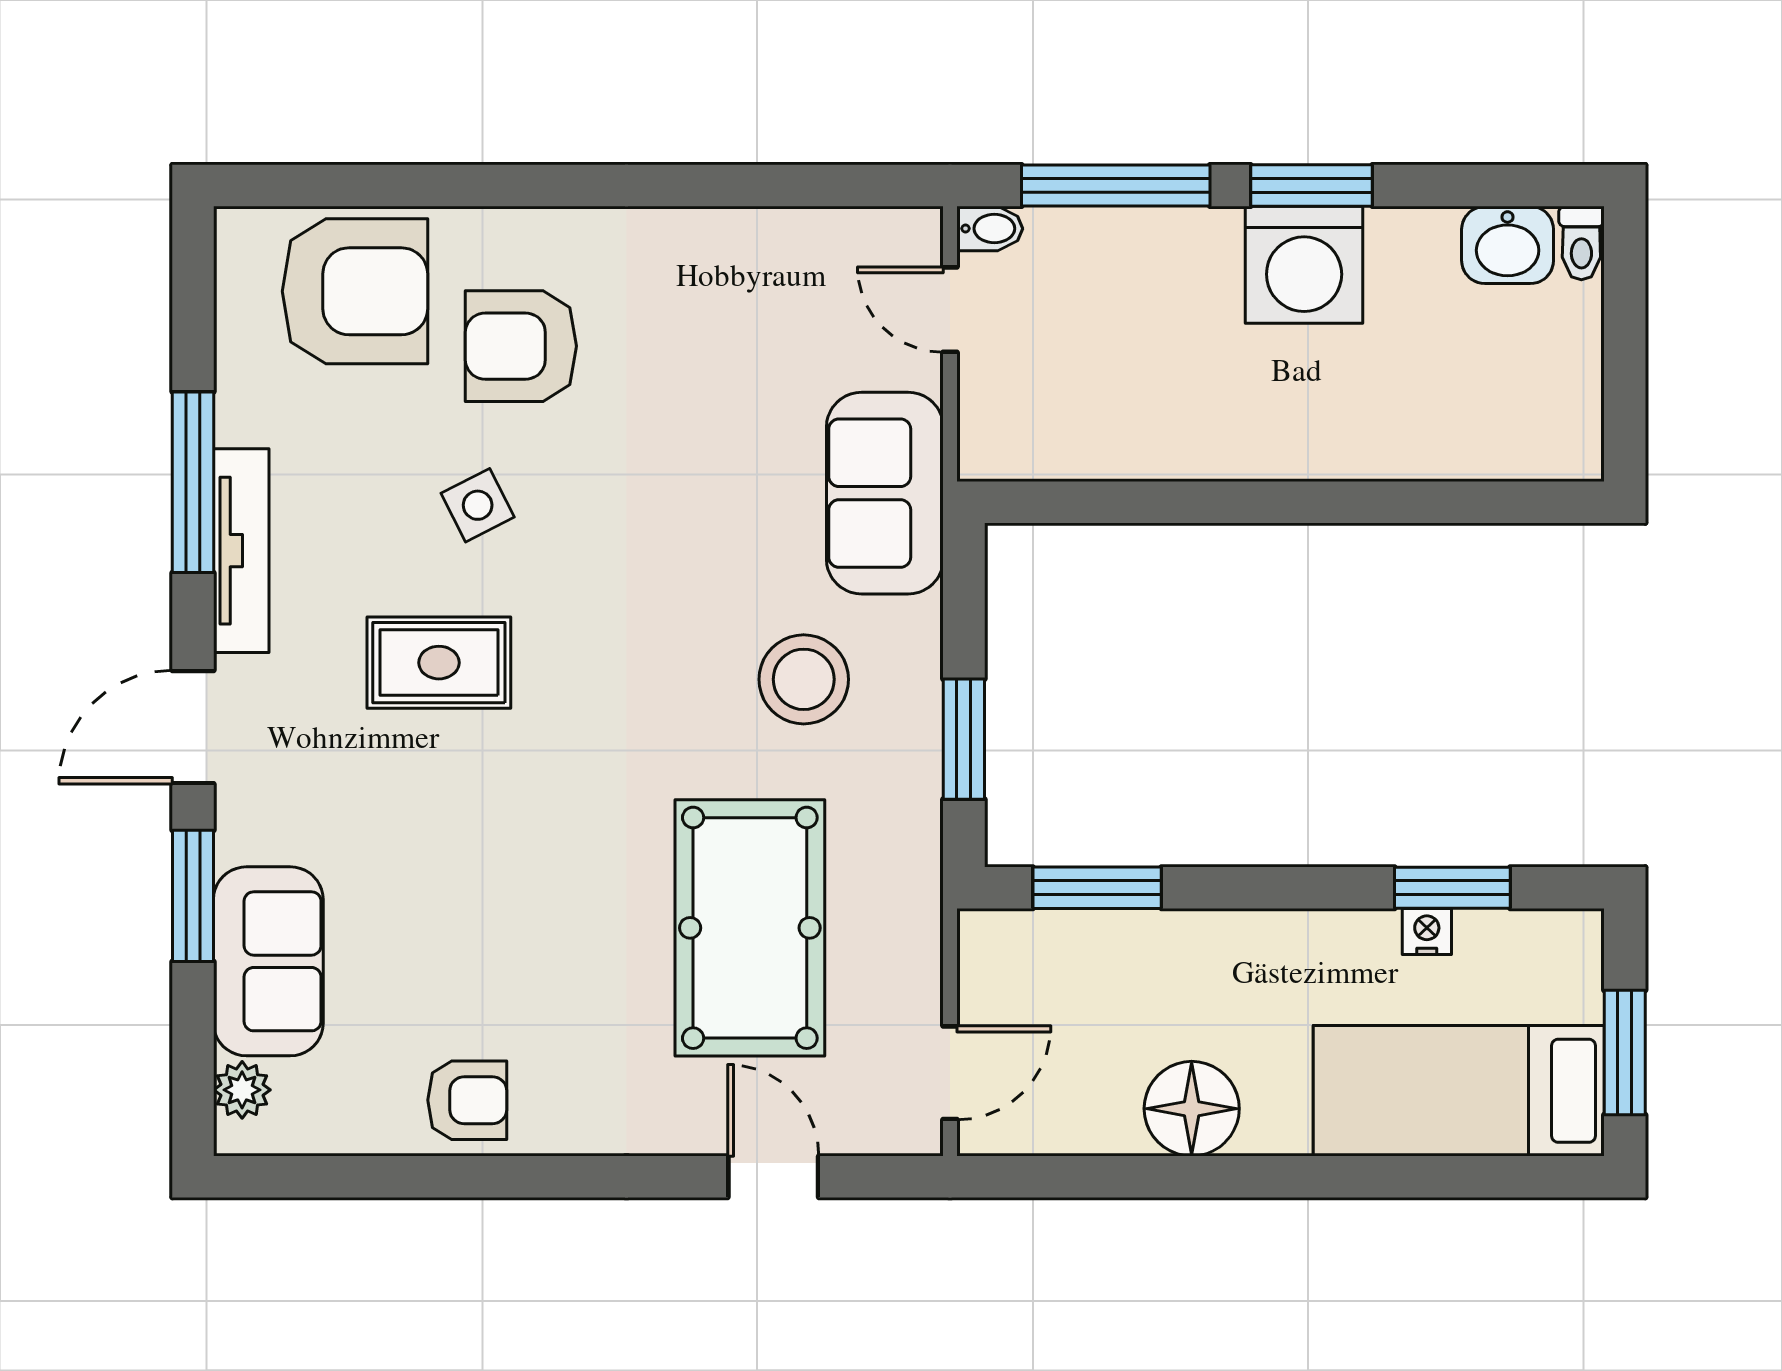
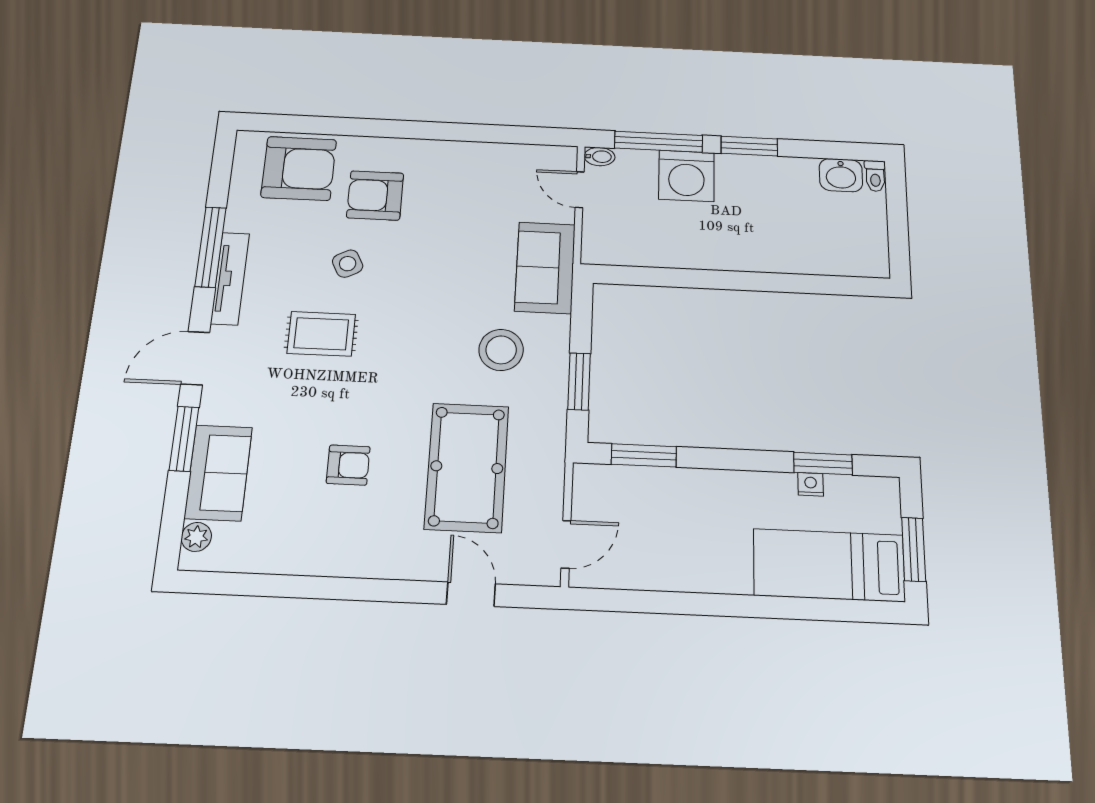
washing machine: (1304, 265) -> (686, 176), moved
armchair: (467, 1100) -> (348, 465), moved
floor lamp: (1192, 1109) -> (691, 568), removed

